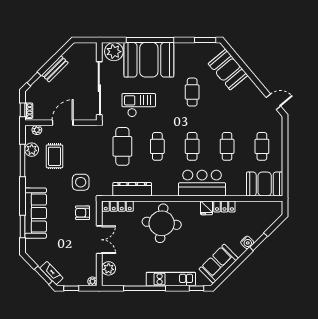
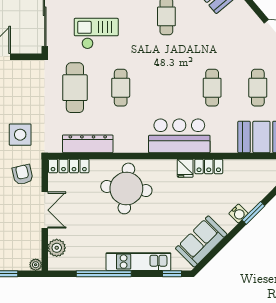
cafe table: (192, 146) -> (166, 88), removed
armchair: (83, 213) -> (23, 175), turned 77

